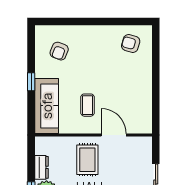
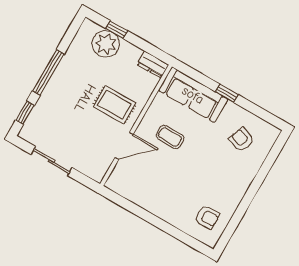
armchair: (131, 43) -> (207, 217), turned 74
dresser: (41, 167) -> (153, 65), moved

